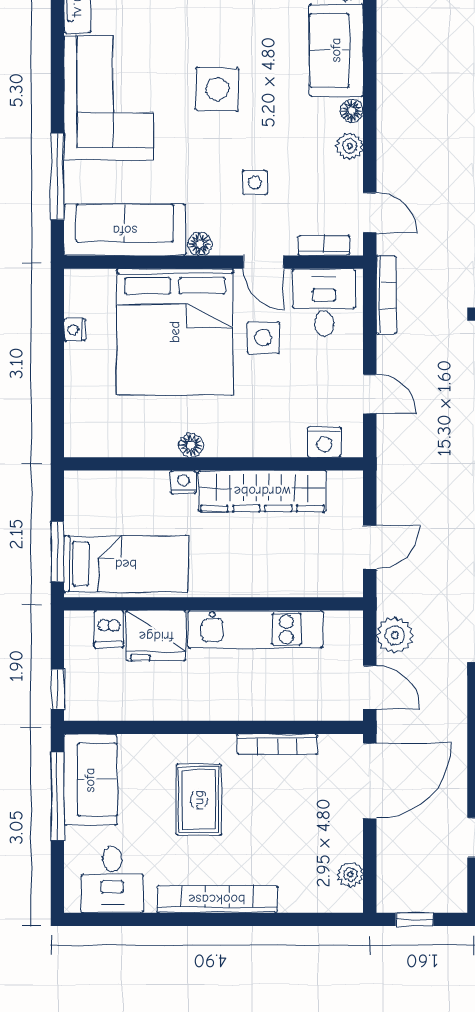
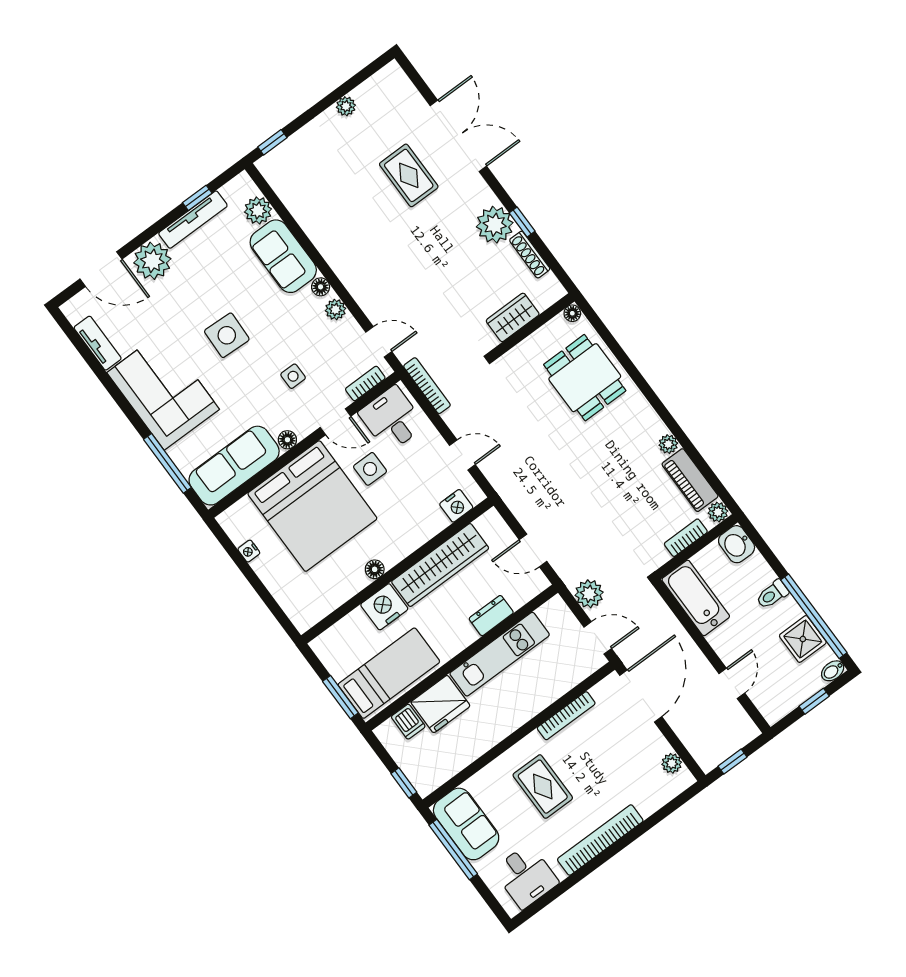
nightstand: (183, 482) -> (384, 607), width x1.89, depth x1.79
door: (370, 547) -> (533, 550), swing flipped
dresser: (276, 583) -> (491, 616), added

